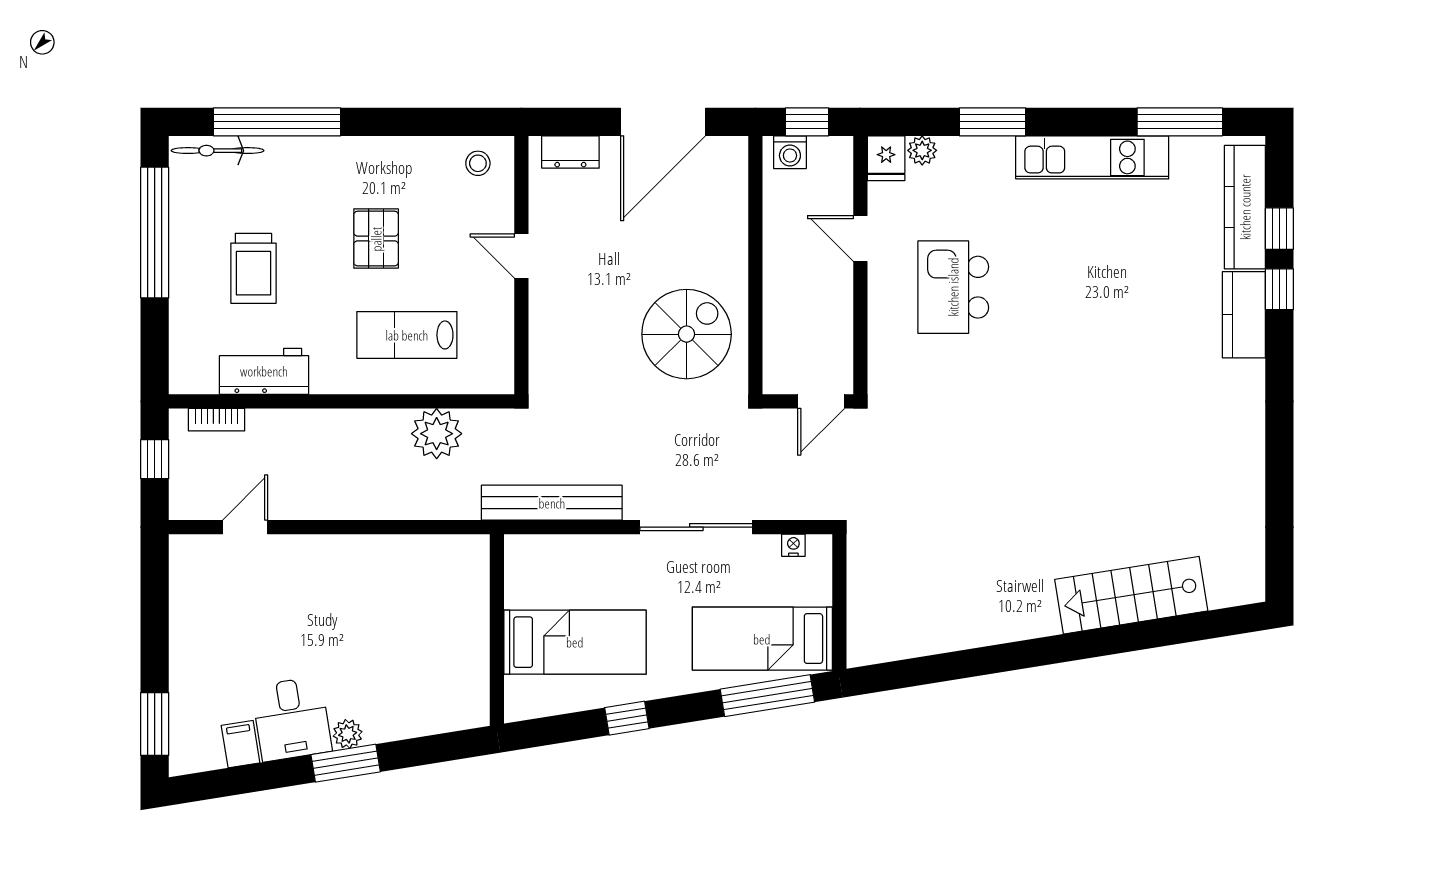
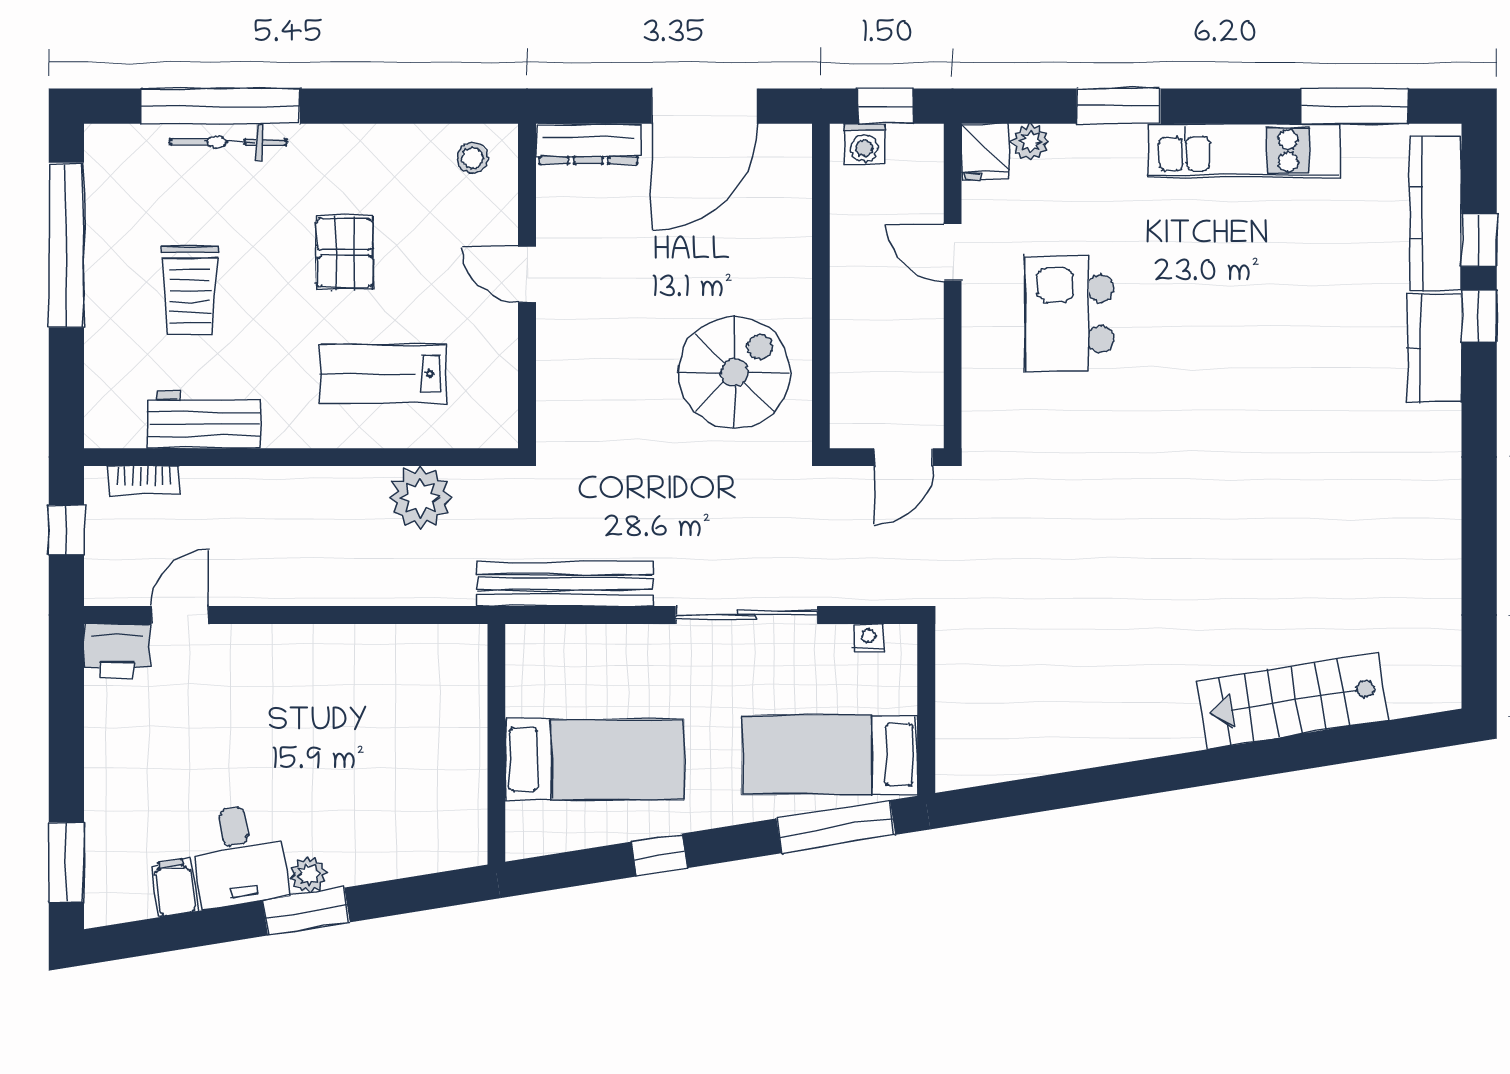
bicycle: (218, 151) -> (228, 142), moved
dresser: (570, 152) -> (589, 144), width x1.44
printer: (195, 556) -> (117, 651), added

